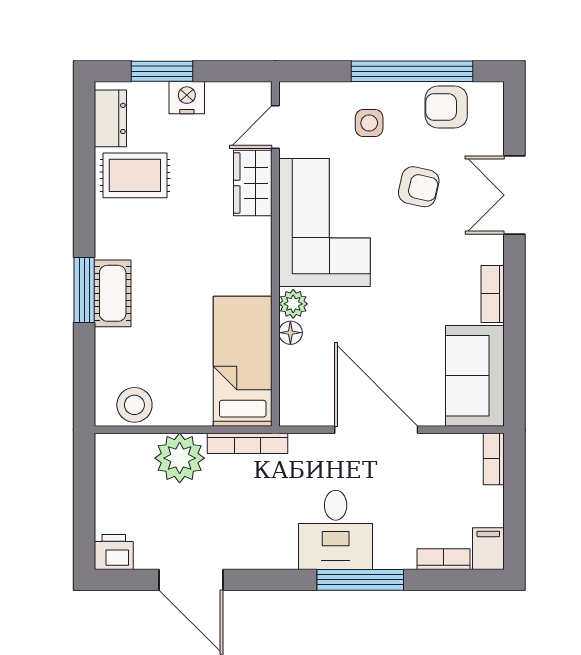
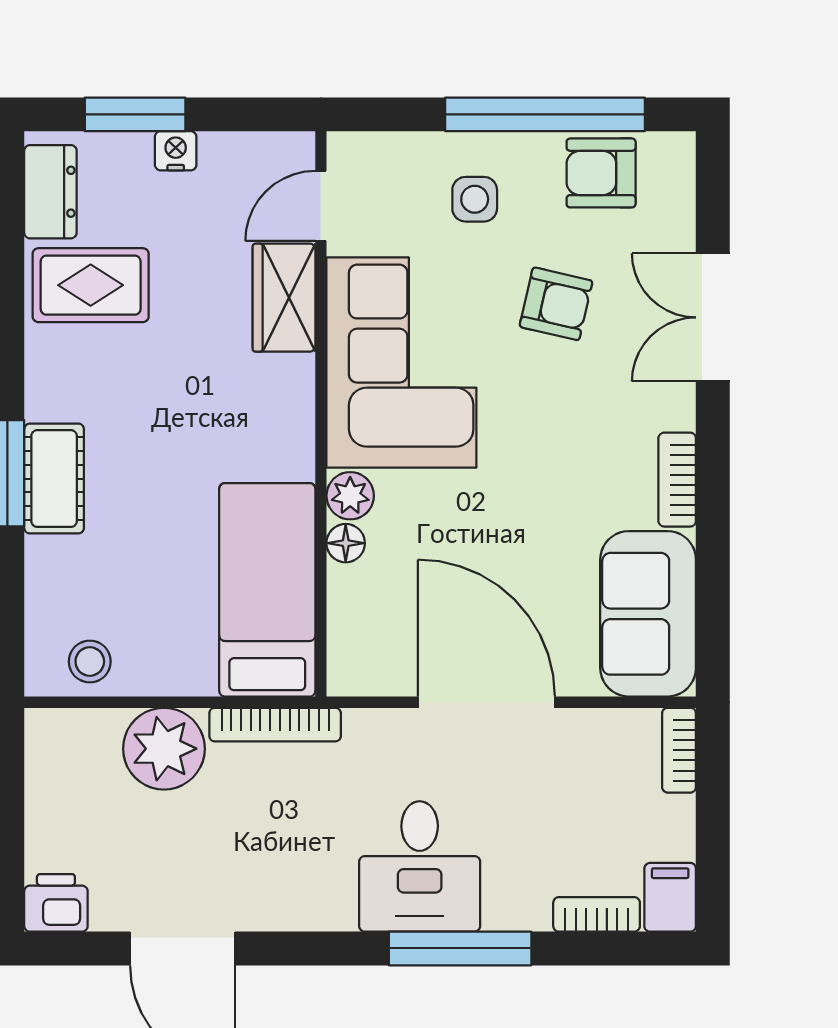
nightstand: (187, 98) -> (176, 151), width x0.72, depth x0.74
stool: (134, 405) -> (90, 661), width x0.73, depth x0.73

